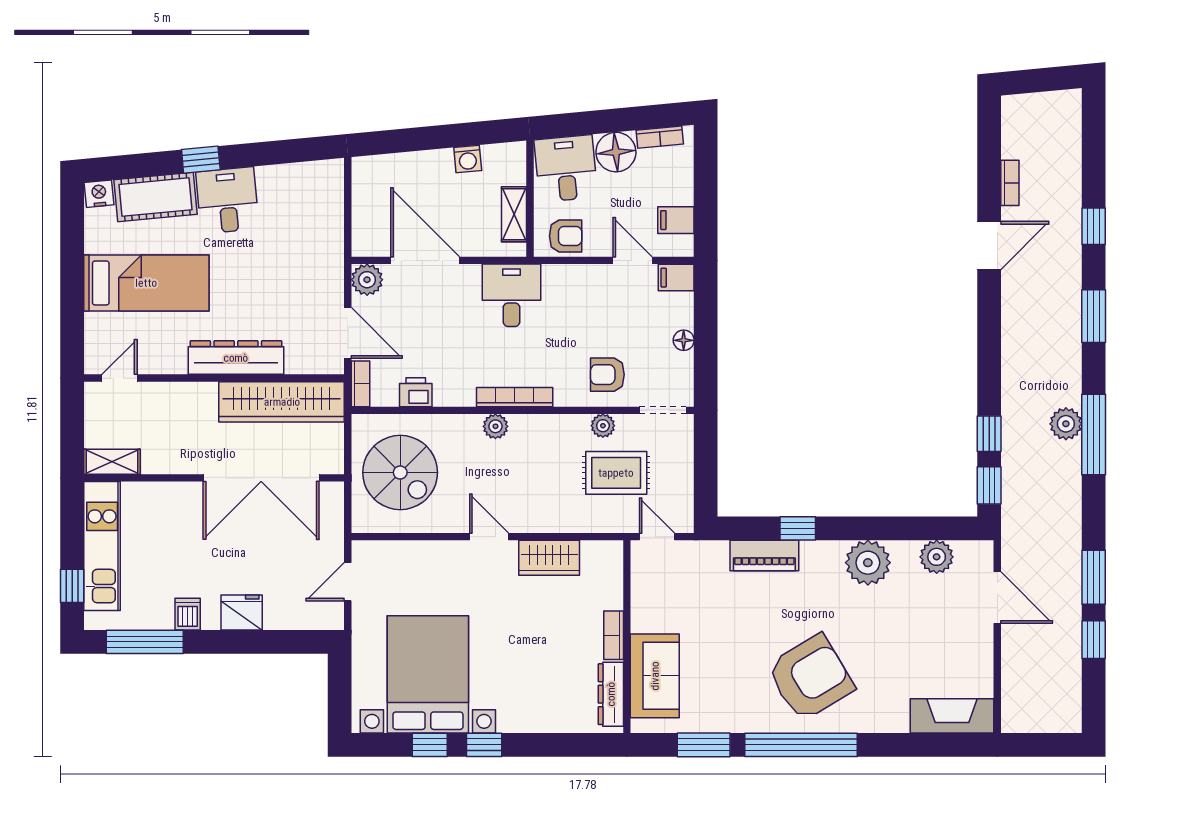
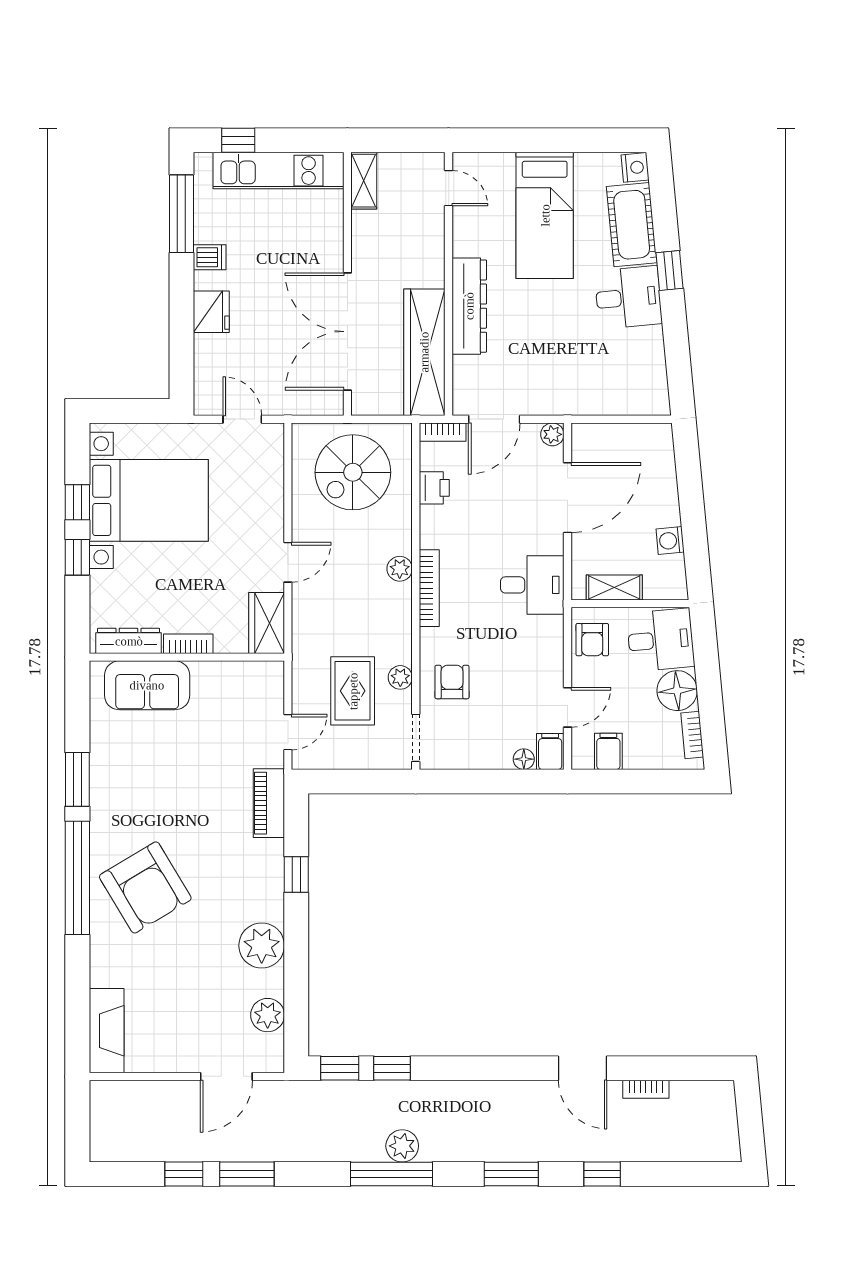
plant: (367, 280) -> (552, 434), width x0.73, depth x0.73
floor lamp: (684, 340) -> (524, 759), moved
piano: (764, 556) -> (269, 803), moved
bookcase: (614, 635) -> (188, 644), moved
wall: (627, 637) -> (187, 657), moved
sofa: (655, 676) -> (147, 685), moved
dresser: (611, 694) -> (129, 641), moved

